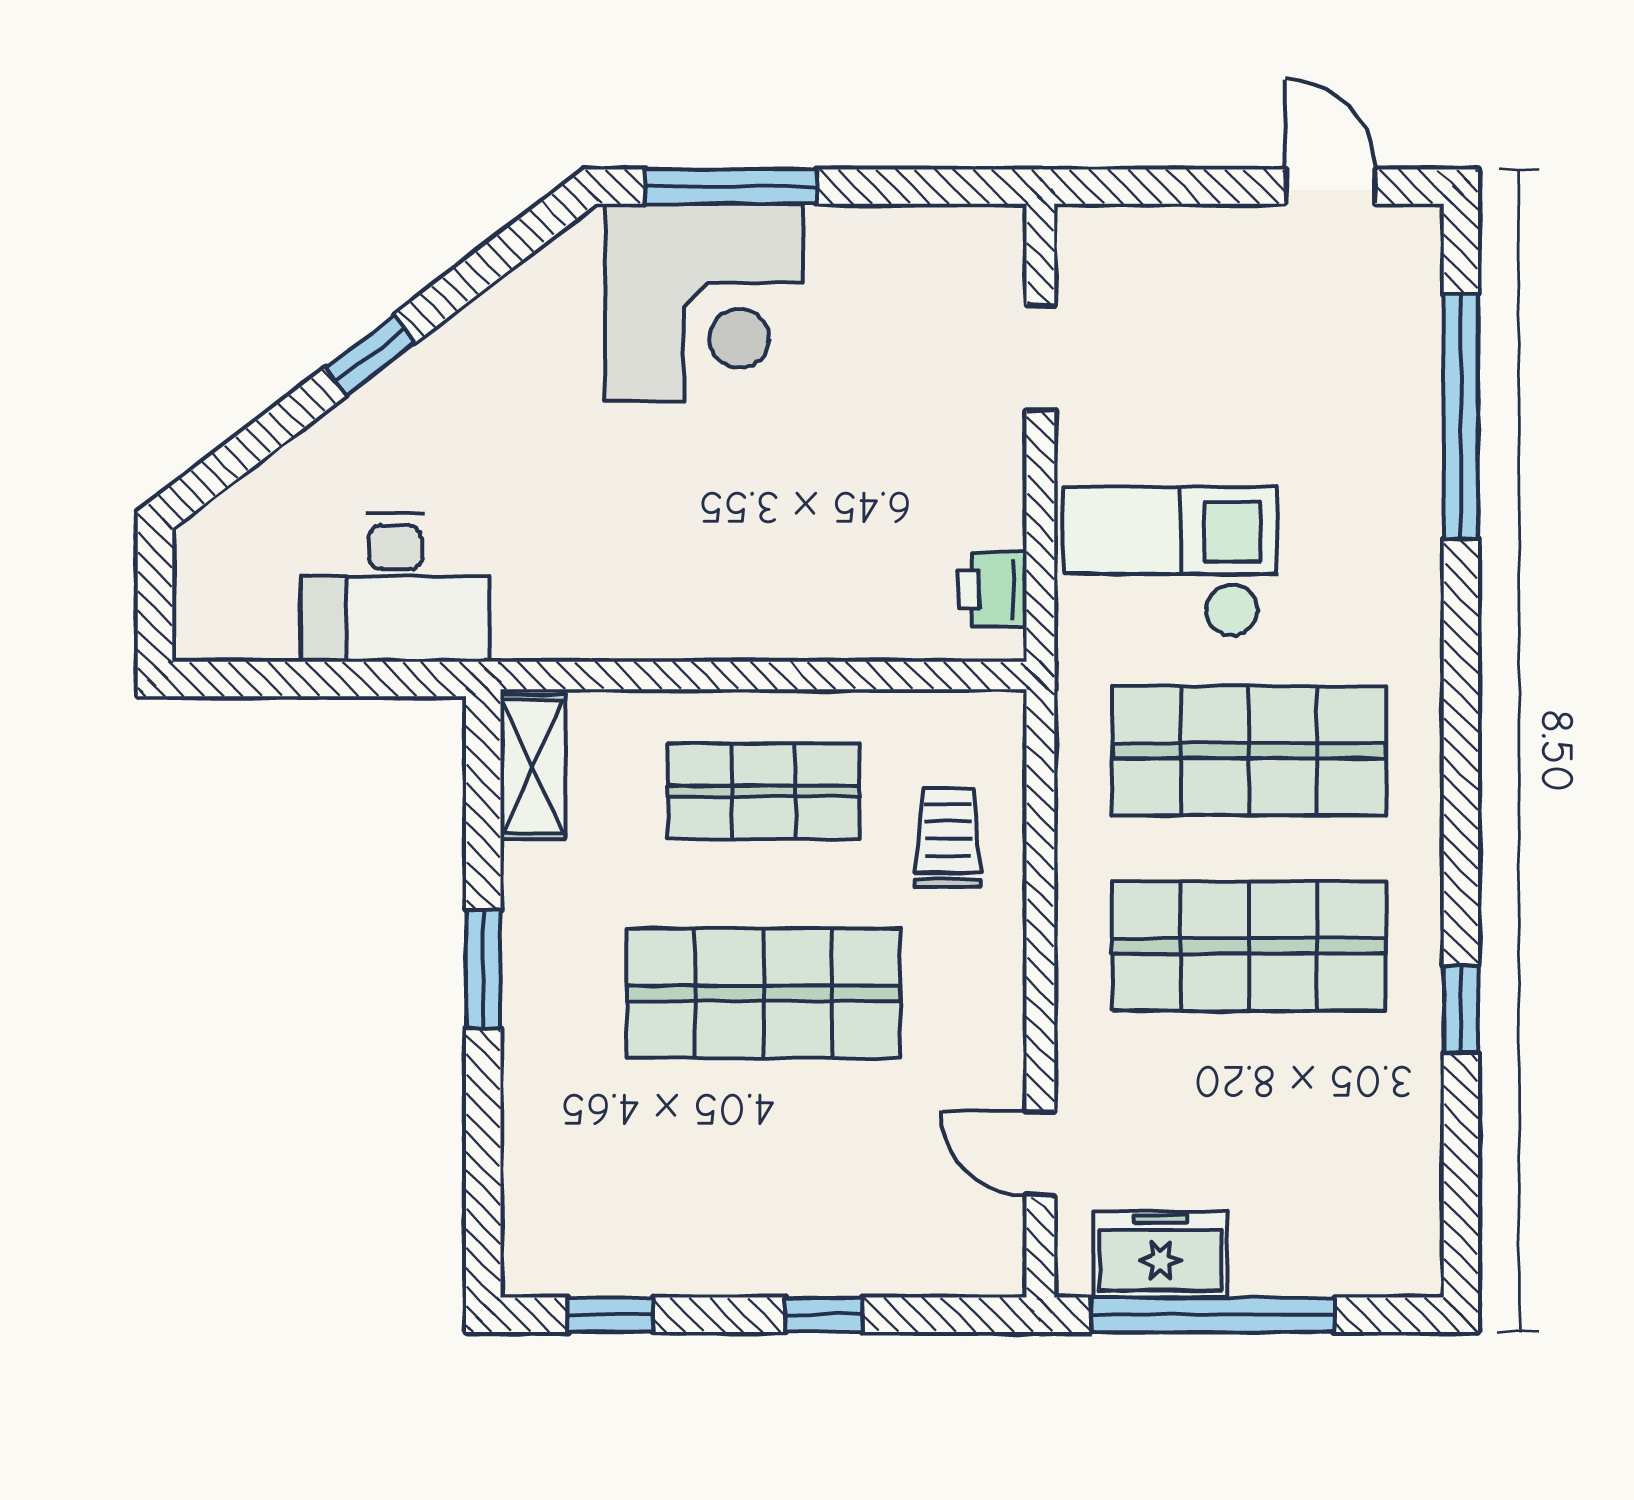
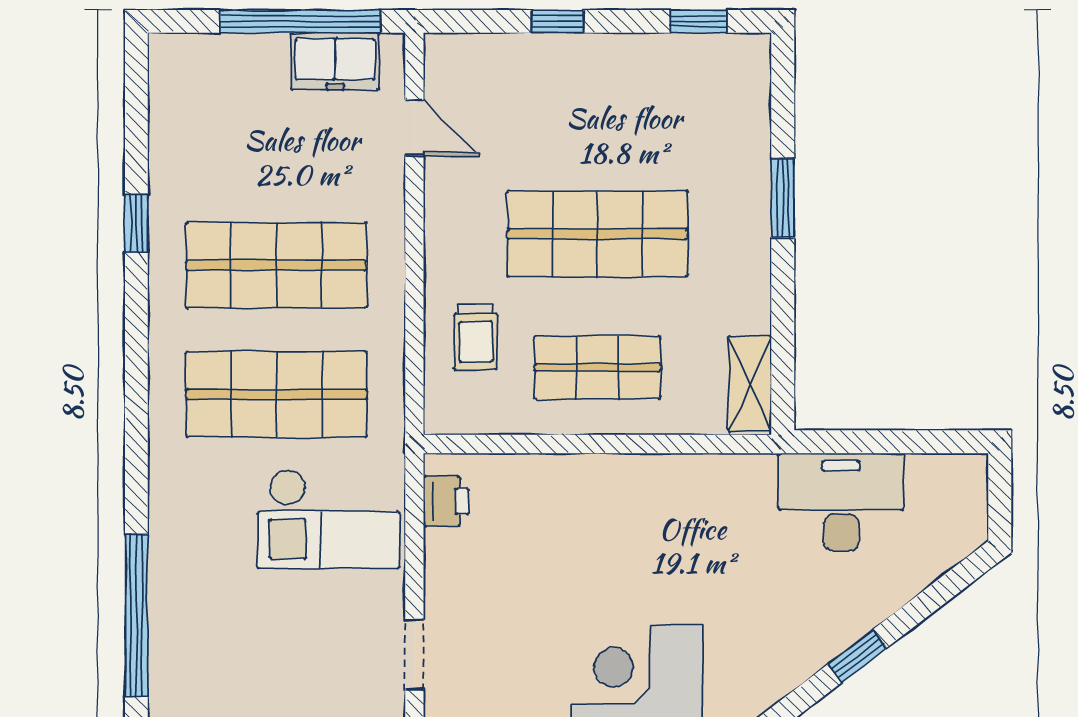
window: (483, 969) -> (783, 198), moved

